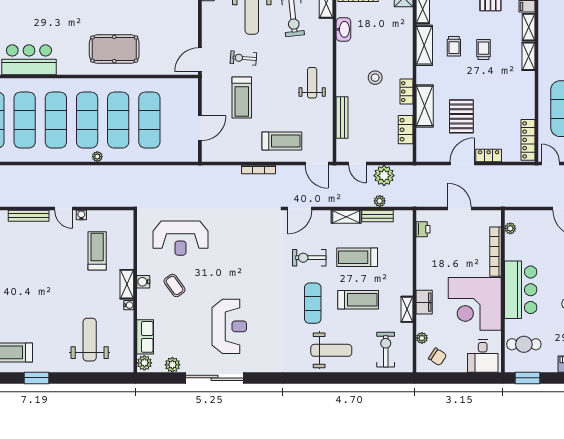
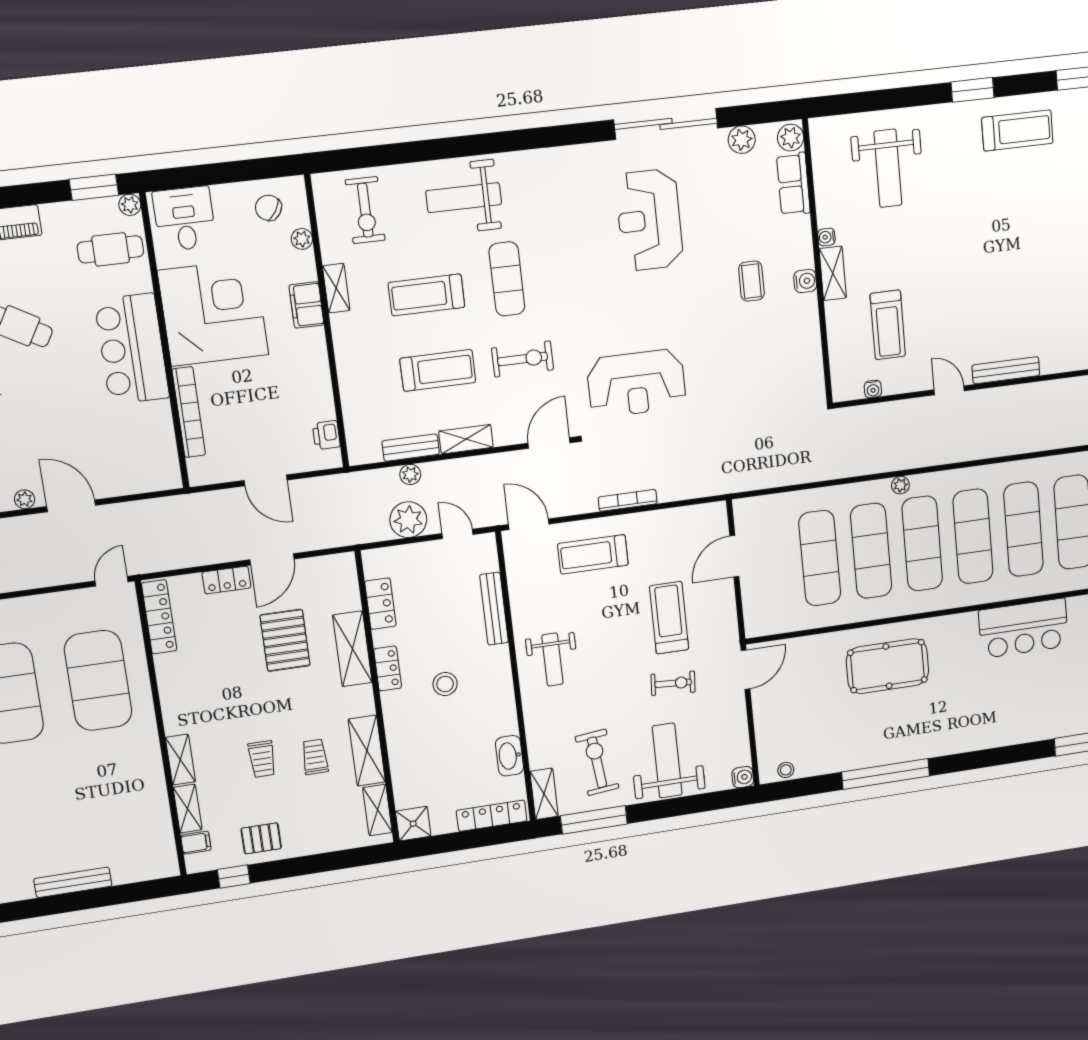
door: (551, 164) -> (112, 581), swing flipped
water cooler: (81, 215) -> (873, 389), moved
plant: (510, 228) -> (130, 205), moved
reception desk: (180, 238) -> (636, 383), moved, turned 180
coffee table: (175, 285) -> (751, 281), turned 36

